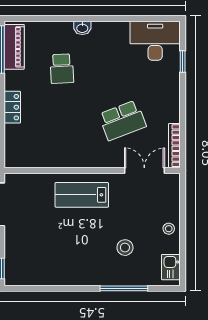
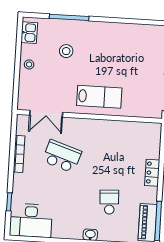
school desk: (122, 120) -> (62, 156), turned 39
bookcase: (174, 146) -> (19, 154), moved

